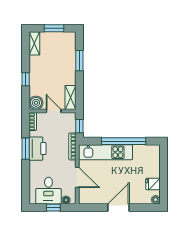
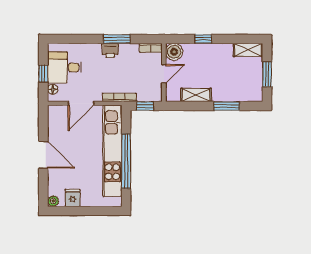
shelving: (70, 98) -> (196, 95), moved
printer: (38, 149) -> (110, 50), width x0.53, depth x0.68
kitchen unit: (106, 152) -> (112, 151), width x1.36

